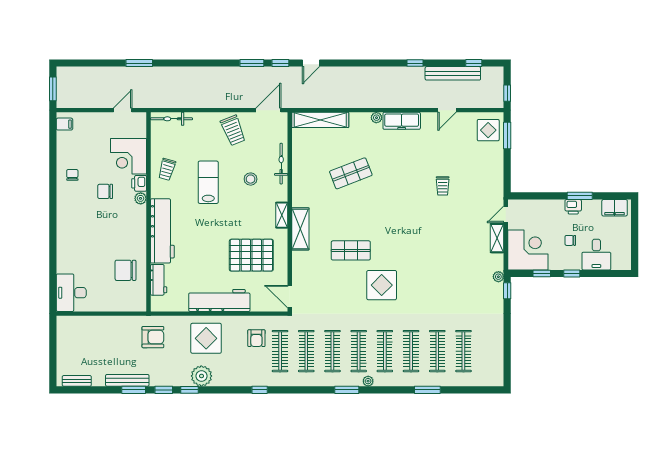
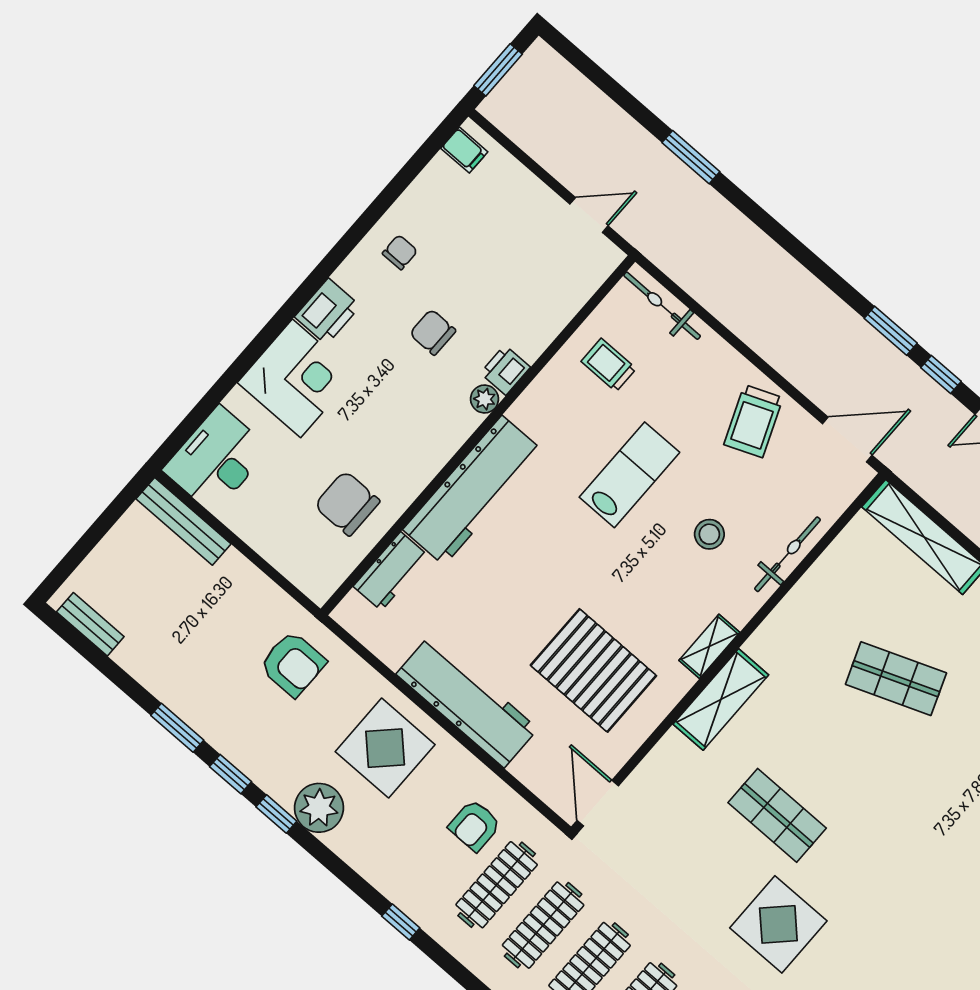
corner desk: (128, 156) -> (297, 378), moved, turned 180
trolley: (167, 169) -> (609, 365), moved, turned 74
printer: (66, 214) -> (327, 311), added
bench: (127, 380) -> (183, 521), moved

